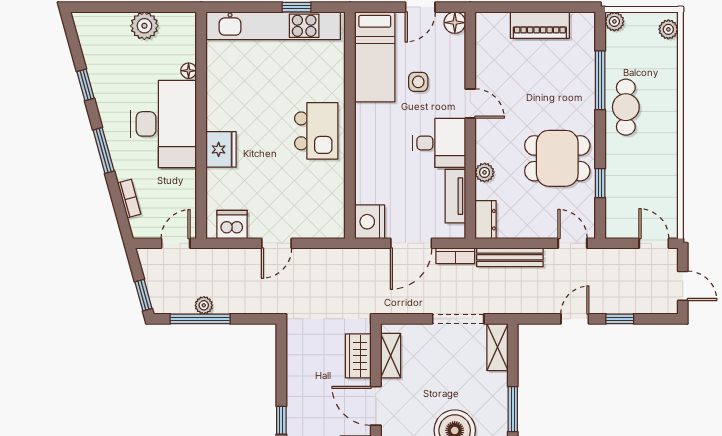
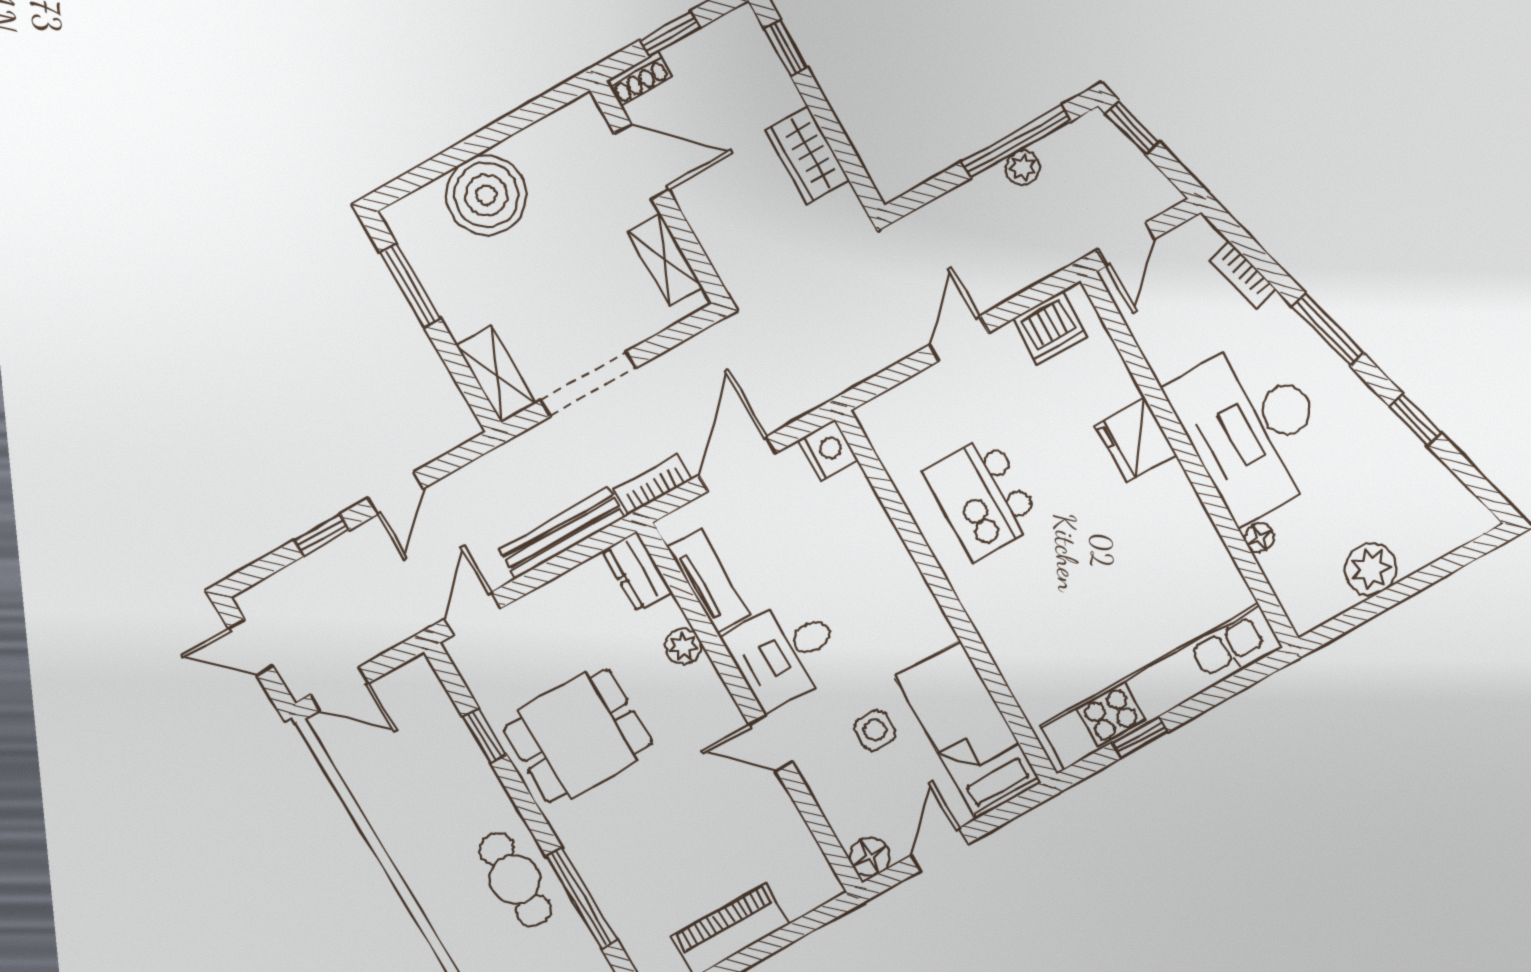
kitchen island: (316, 131) -> (983, 497), moved
nightstand: (370, 222) -> (828, 450), width x0.74, depth x0.75
door: (573, 243) -> (472, 614), swing flipped
wardrobe: (358, 356) -> (807, 155), moved, turned 180

